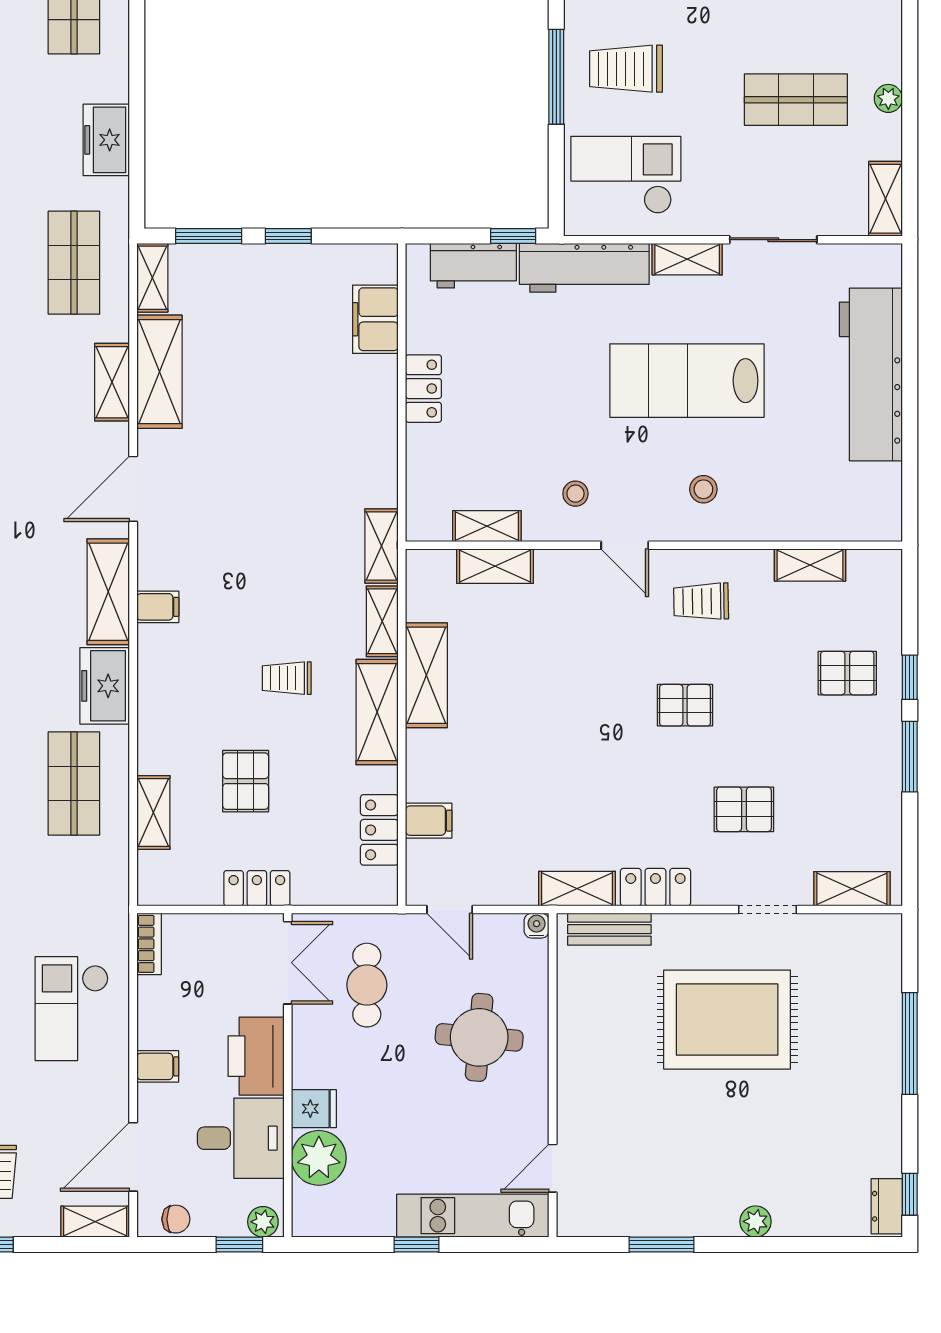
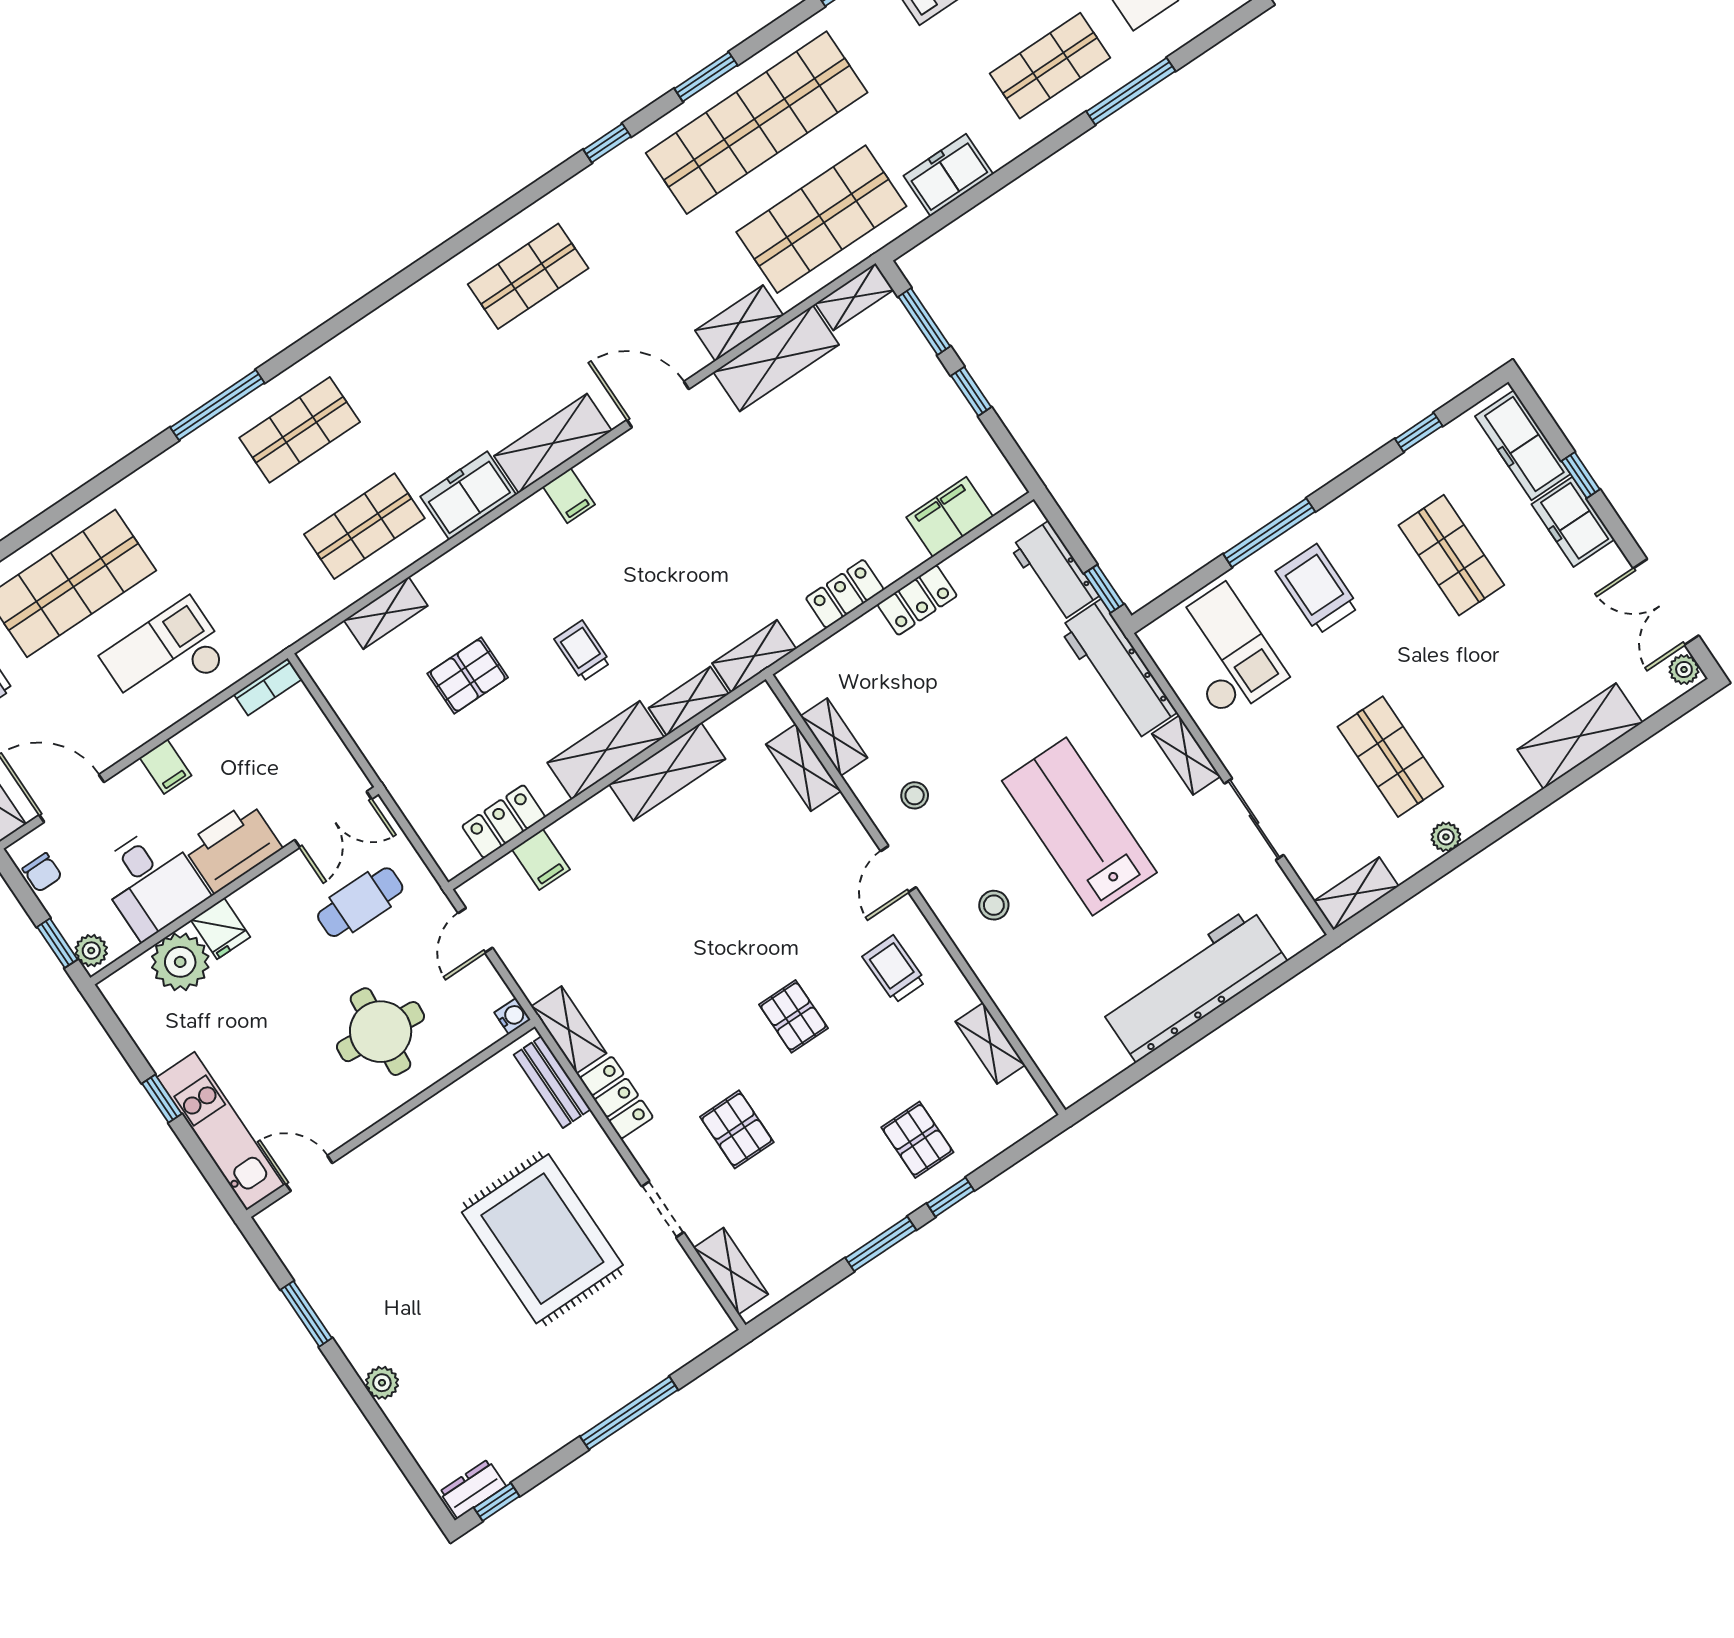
shop shelf: (74, 263) -> (821, 219), width x1.43, depth x1.36
locker: (257, 888) -> (845, 594), moved, turned -90

